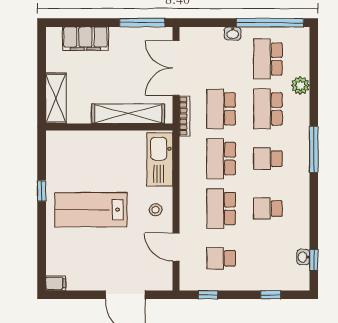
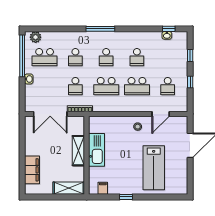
window: (142, 23) -> (22, 135), removed
plant: (300, 86) -> (36, 37), moved
school desk: (221, 109) -> (75, 86), width x0.54
school desk: (268, 109) -> (75, 57), width x0.54
shelving: (128, 114) -> (78, 151), width x0.68
kitchen sink: (160, 159) -> (97, 150), moved, turned -90
lab bench: (91, 210) -> (154, 168), moved
filing cabinet: (56, 283) -> (103, 188), moved
window: (208, 295) -> (190, 82), moved

